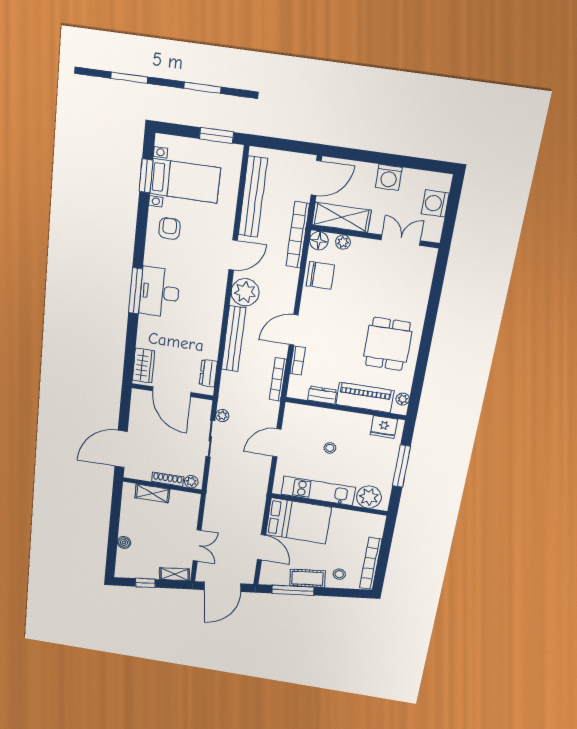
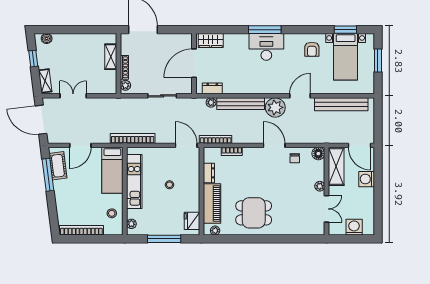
window: (217, 135) -> (378, 61), moved
washing machine: (389, 177) -> (367, 179), moved
armchair: (169, 229) -> (312, 49), turned 90
bookcase: (298, 235) -> (133, 138), moved
plant: (343, 242) -> (320, 186), moved
door: (233, 255) -> (300, 96), swing flipped
chair: (320, 275) -> (295, 158), width x0.54, depth x0.54
door: (294, 330) -> (274, 145), moved
plant: (222, 416) -> (211, 102), moved
door: (277, 443) -> (186, 145), moved
plant: (369, 497) -> (131, 224), width x0.53, depth x0.53
bed: (298, 521) -> (112, 170), width x0.67
boiler: (124, 542) -> (47, 38), moved
double door: (197, 545) -> (73, 96), swing flipped
stool: (339, 574) -> (112, 213), moved
cot: (307, 578) -> (58, 166), moved

